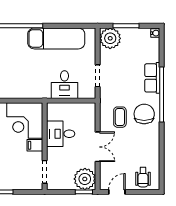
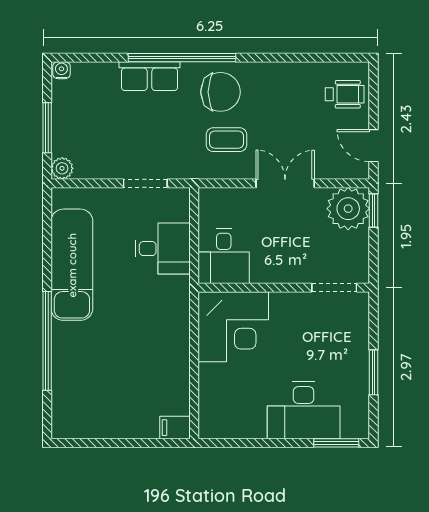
plant: (110, 38) -> (62, 168), width x0.53, depth x0.53
chair: (144, 114) -> (220, 92), turned 180
desk: (61, 134) -> (224, 256), moved
filing cabinet: (35, 145) -> (282, 307), removed

